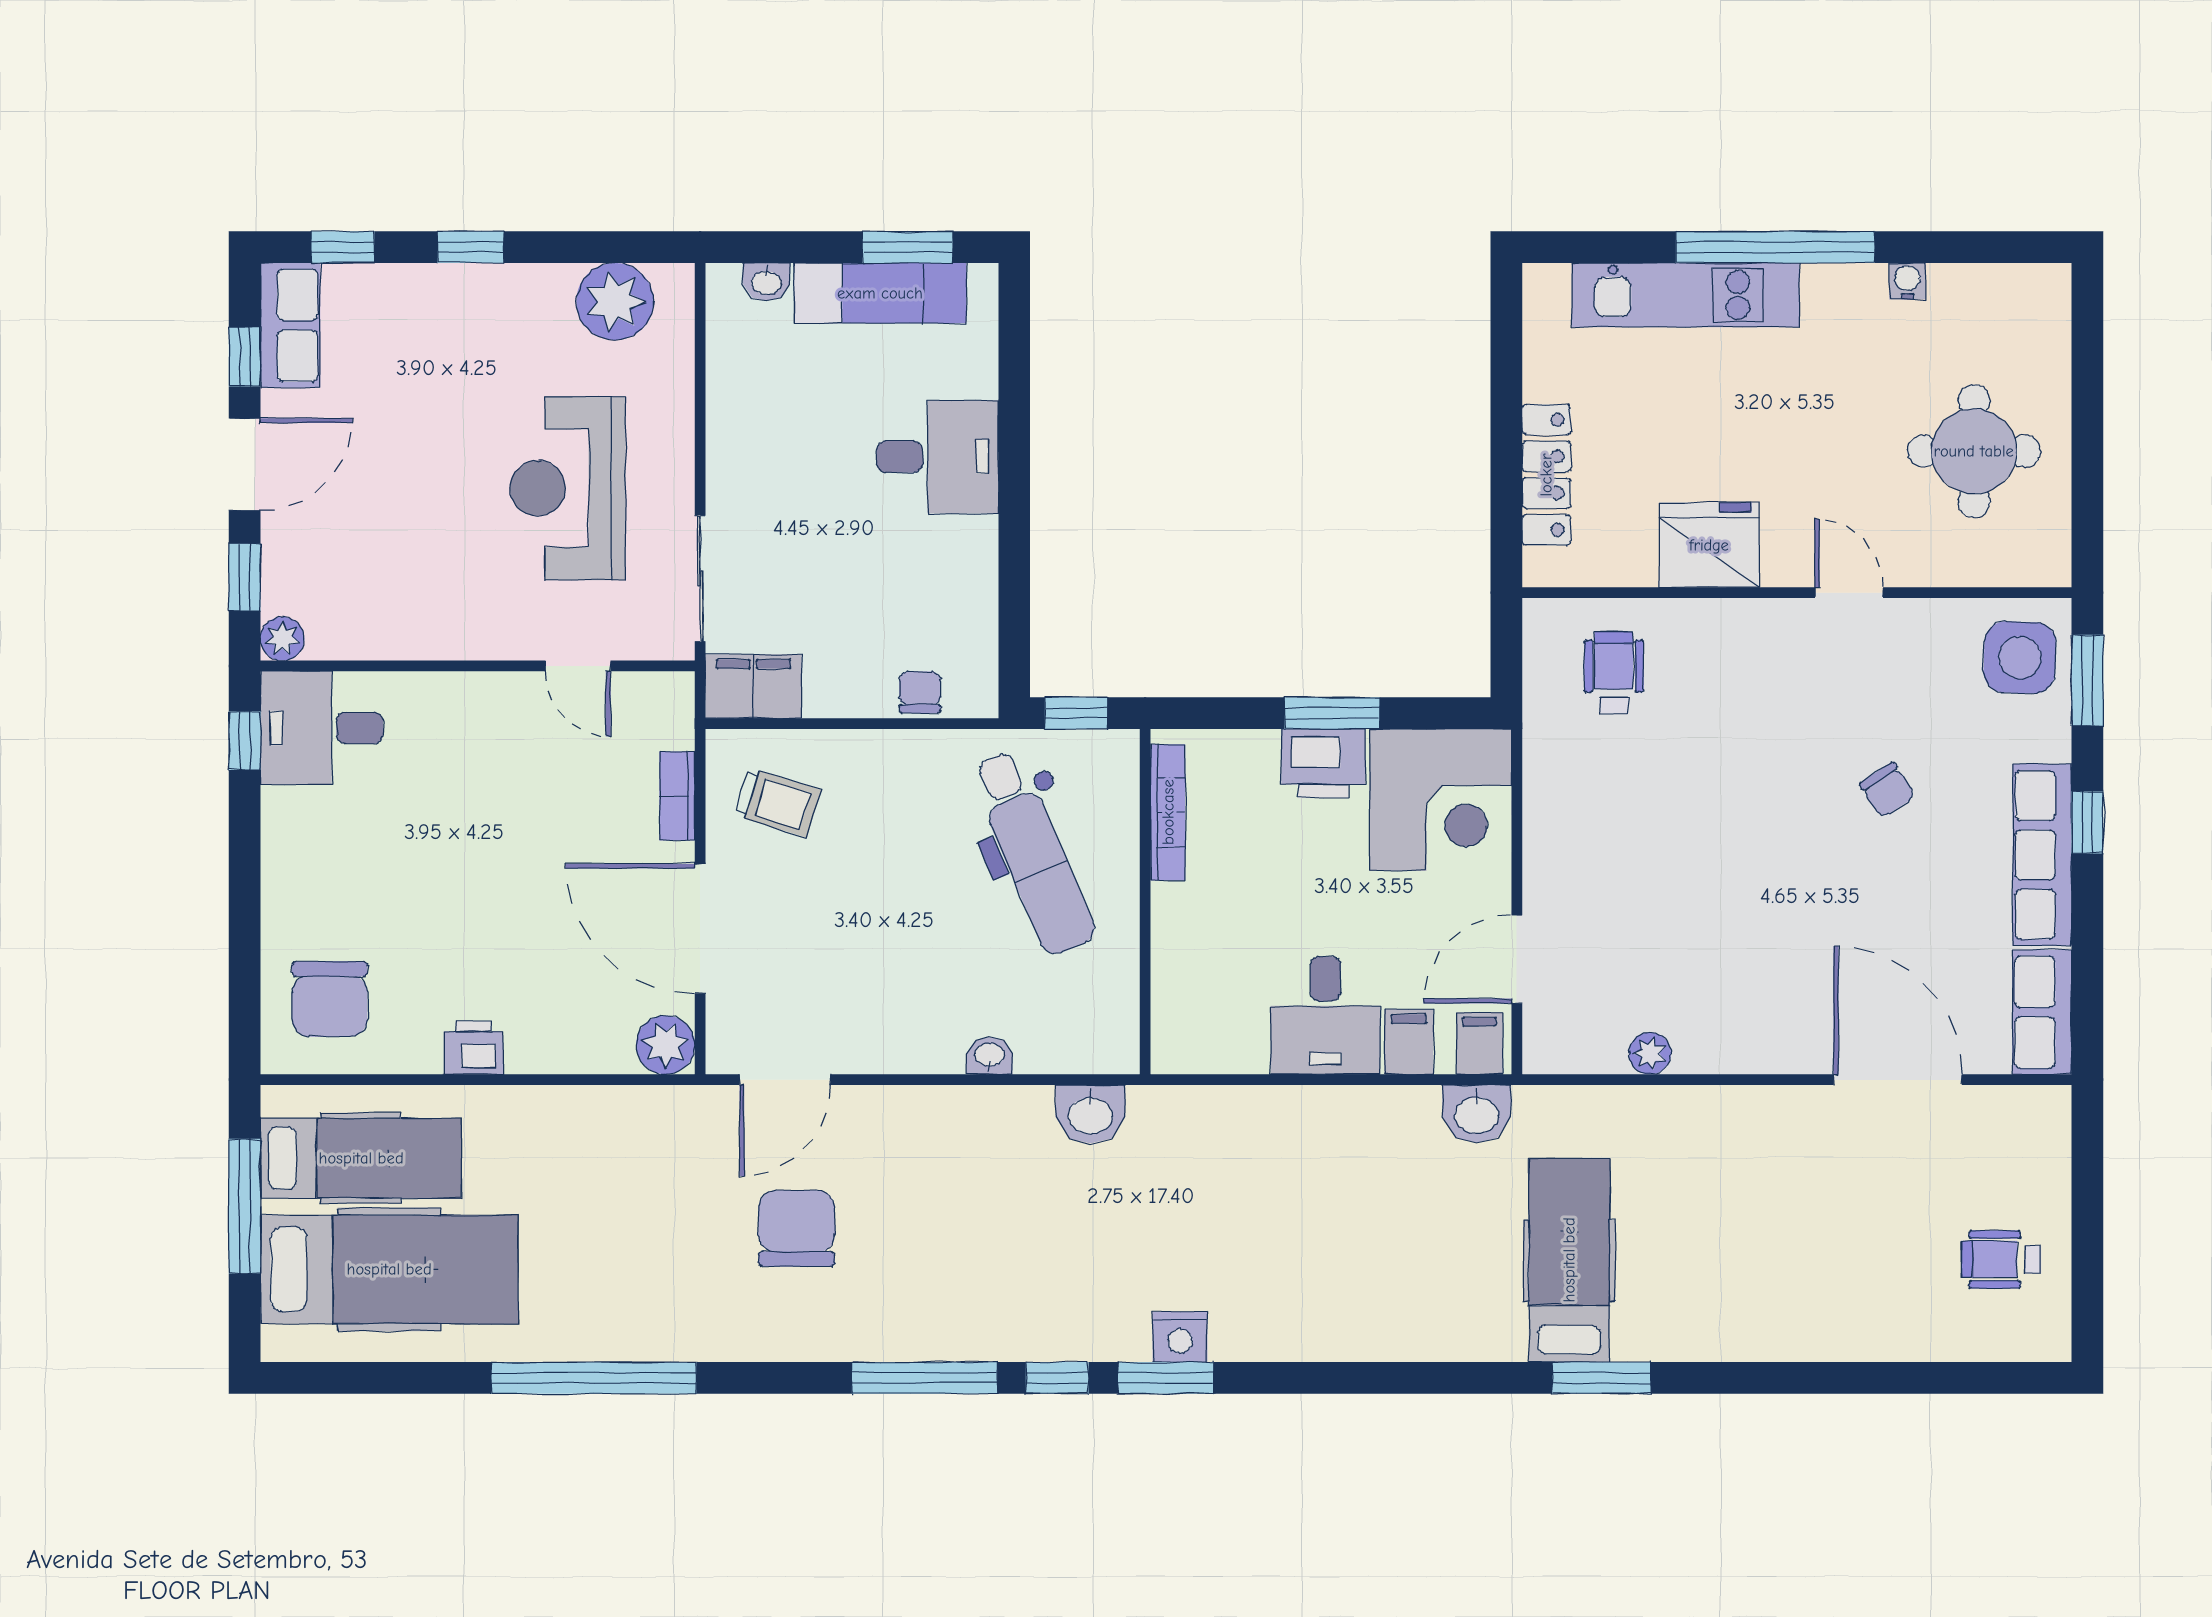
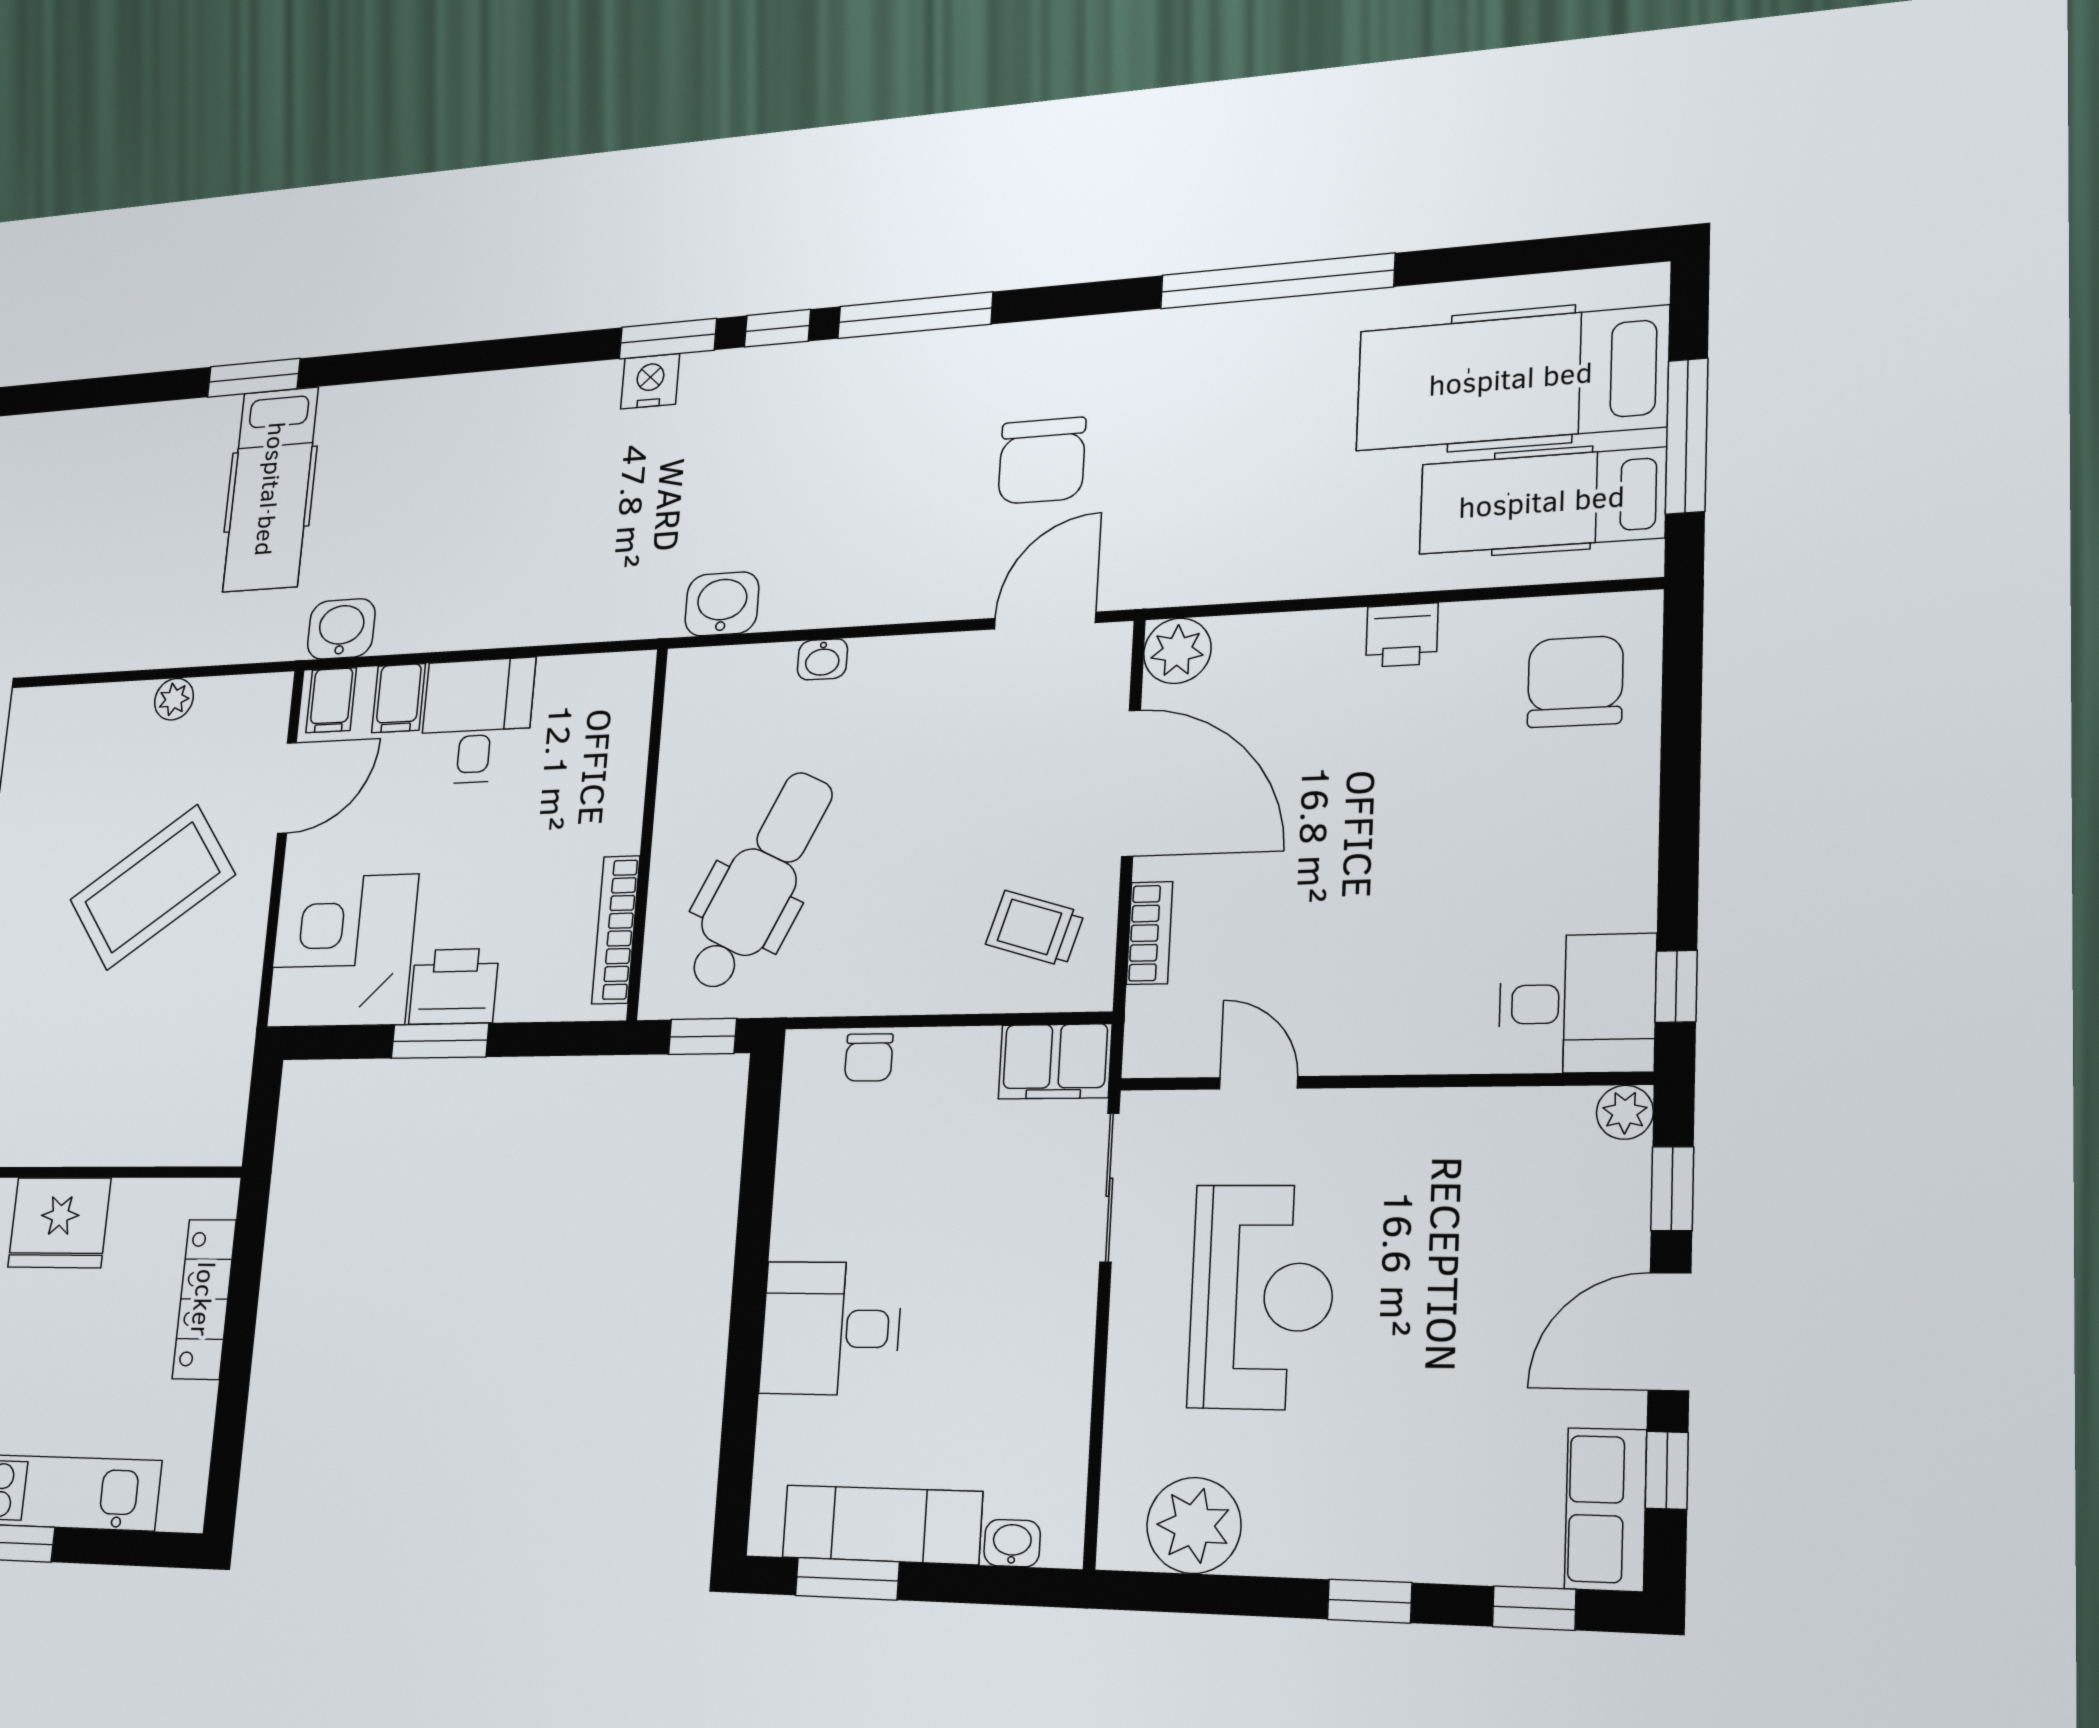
wheelchair: (1614, 673) -> (163, 1088), removed
dental chair: (1033, 853) -> (760, 881), turned 49
coffee table: (1650, 867) -> (152, 887), added

